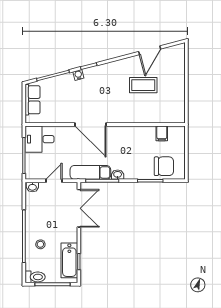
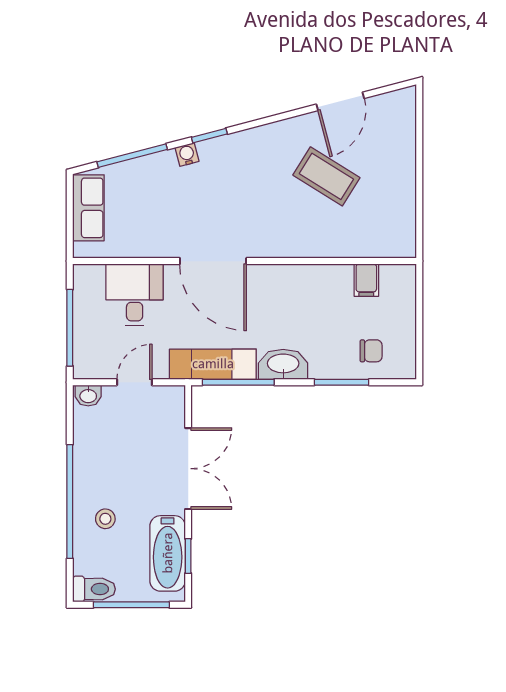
coffee table: (143, 85) -> (326, 176), turned 32
desk: (40, 139) -> (135, 295), moved, turned 90
chair: (164, 166) -> (371, 351), width x0.54, depth x0.54
washbasin: (118, 175) -> (283, 364), width x1.91, depth x1.45
double door: (79, 208) -> (188, 469), moved

